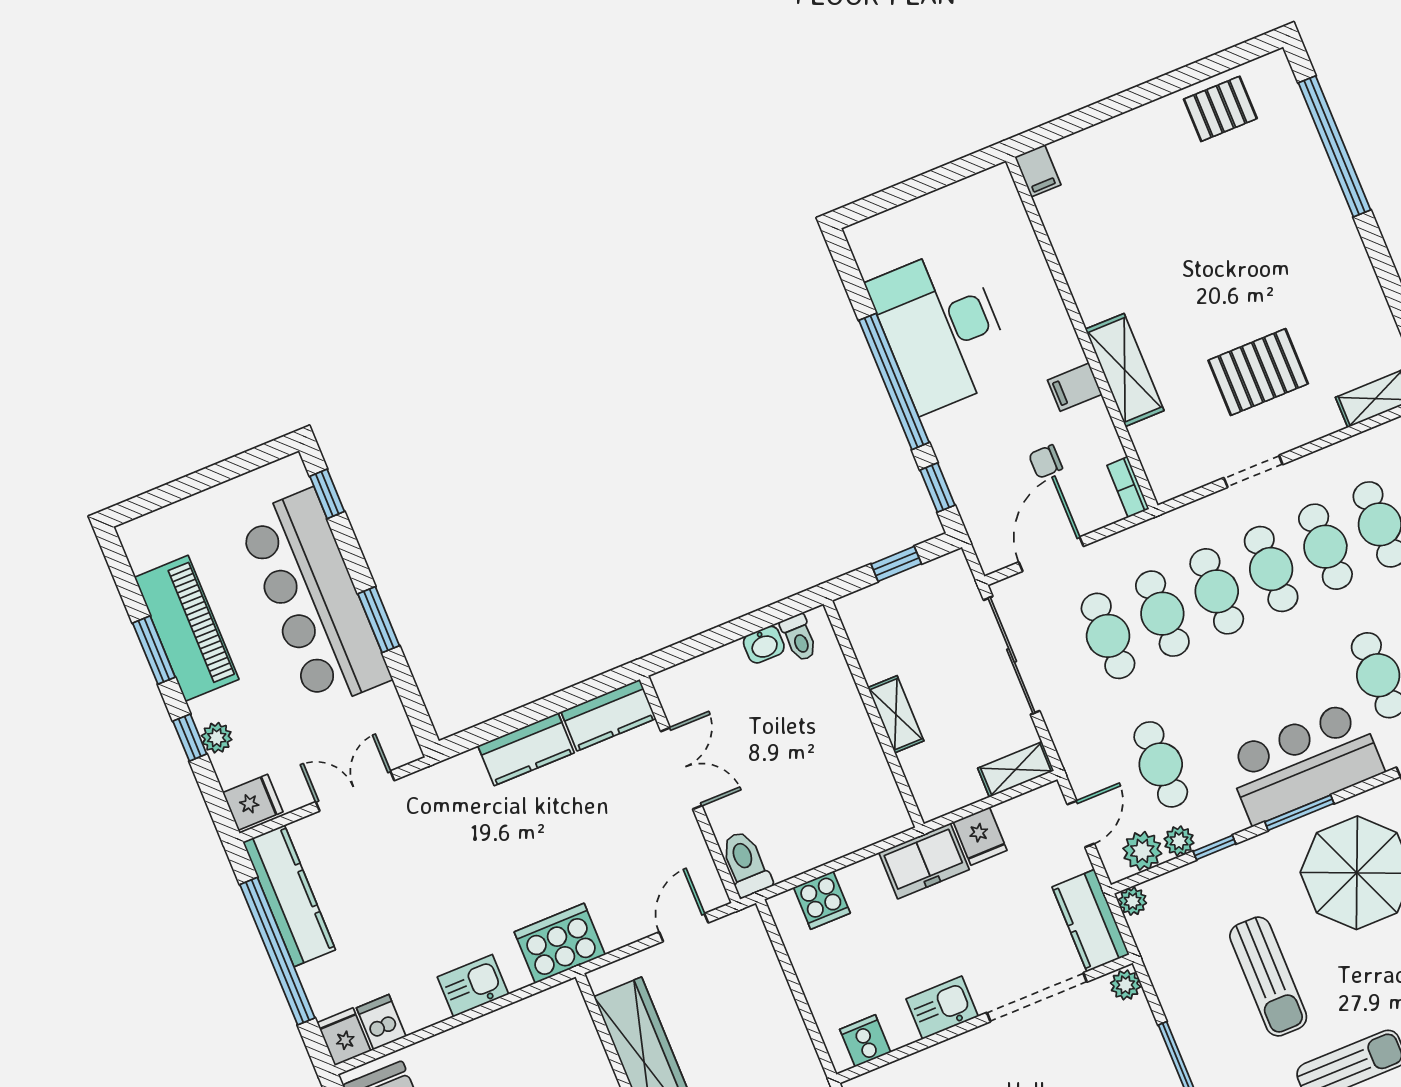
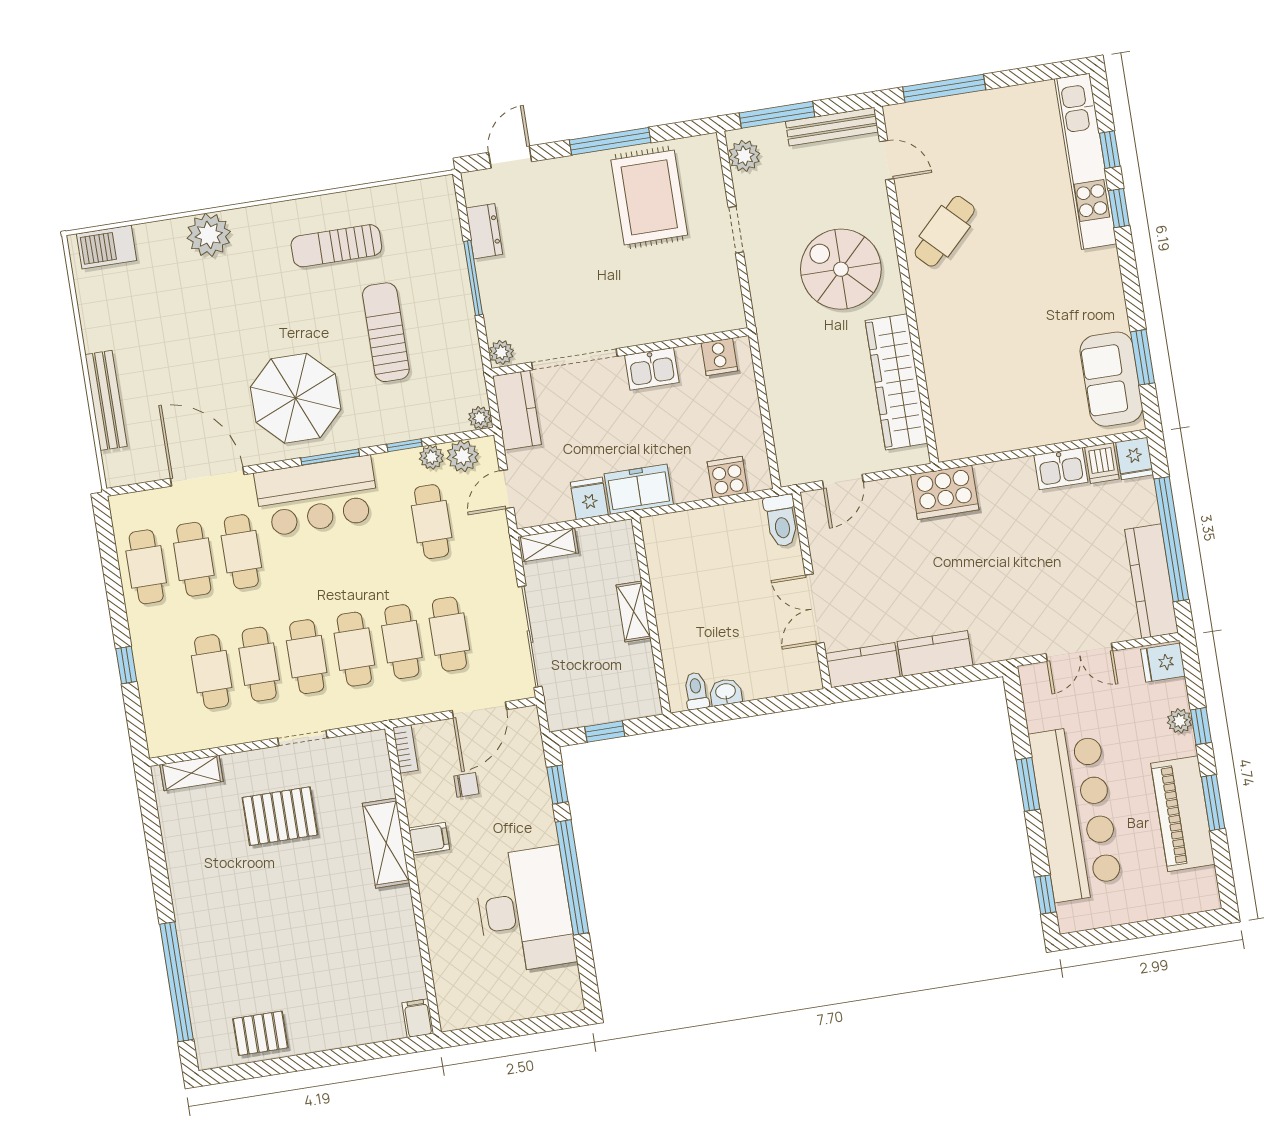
kitchen sink: (473, 986) -> (1061, 469), moved

